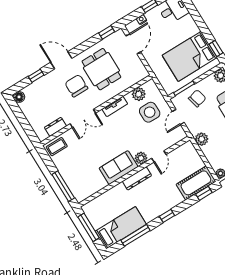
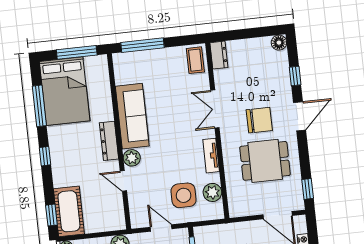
dresser: (55, 127) -> (219, 55), moved
sofa: (119, 168) -> (132, 116), width x1.36
bed: (121, 228) -> (65, 91), width x1.50

